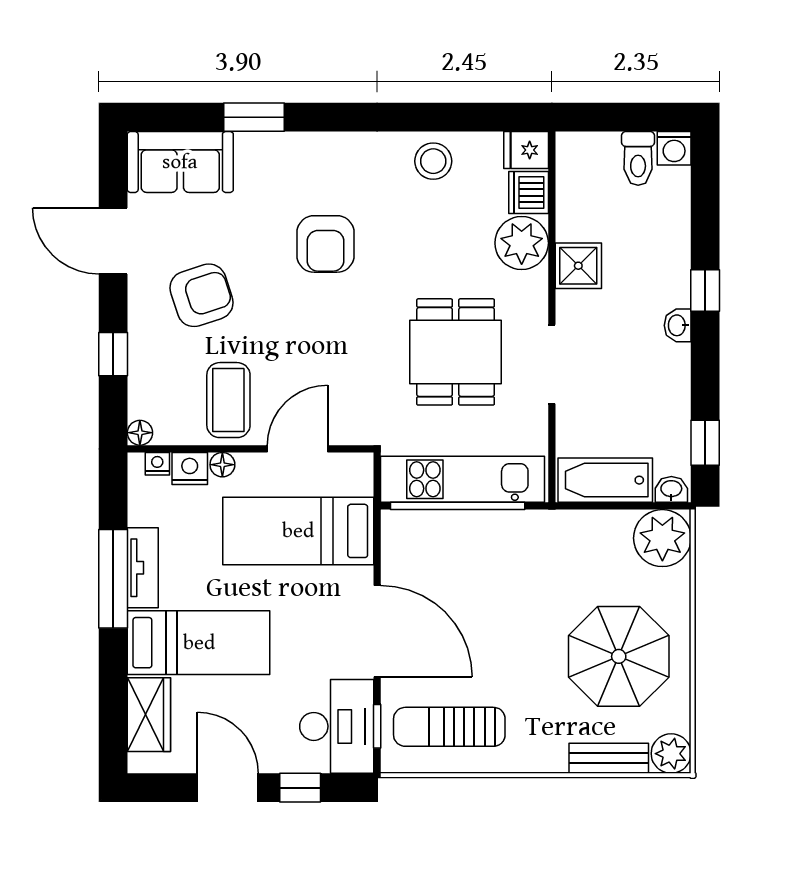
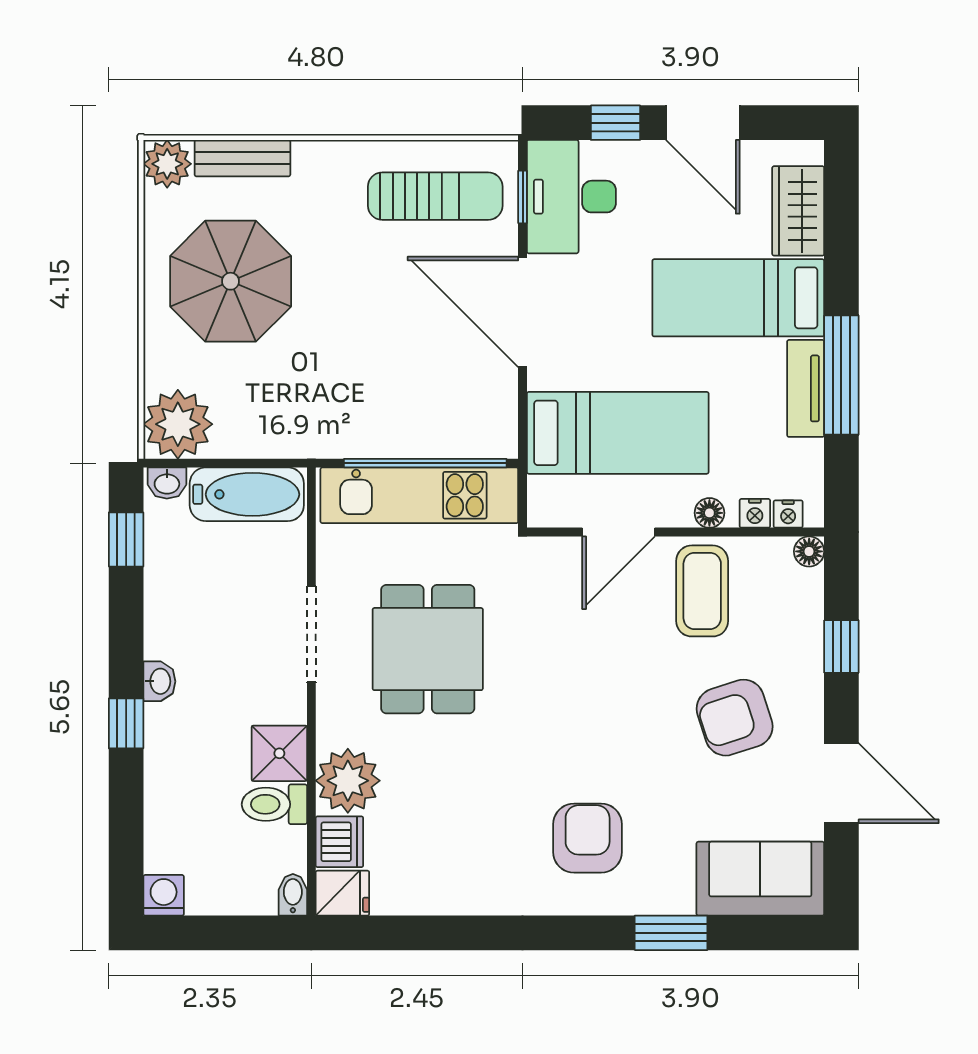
bidet: (567, 149) -> (293, 895), added
toilet: (638, 158) -> (274, 804), moved, turned -90
stool: (433, 161) -> (455, 880), removed
armchair: (325, 244) -> (588, 838), moved
nightstand: (190, 469) -> (755, 513), width x0.72, depth x0.74

